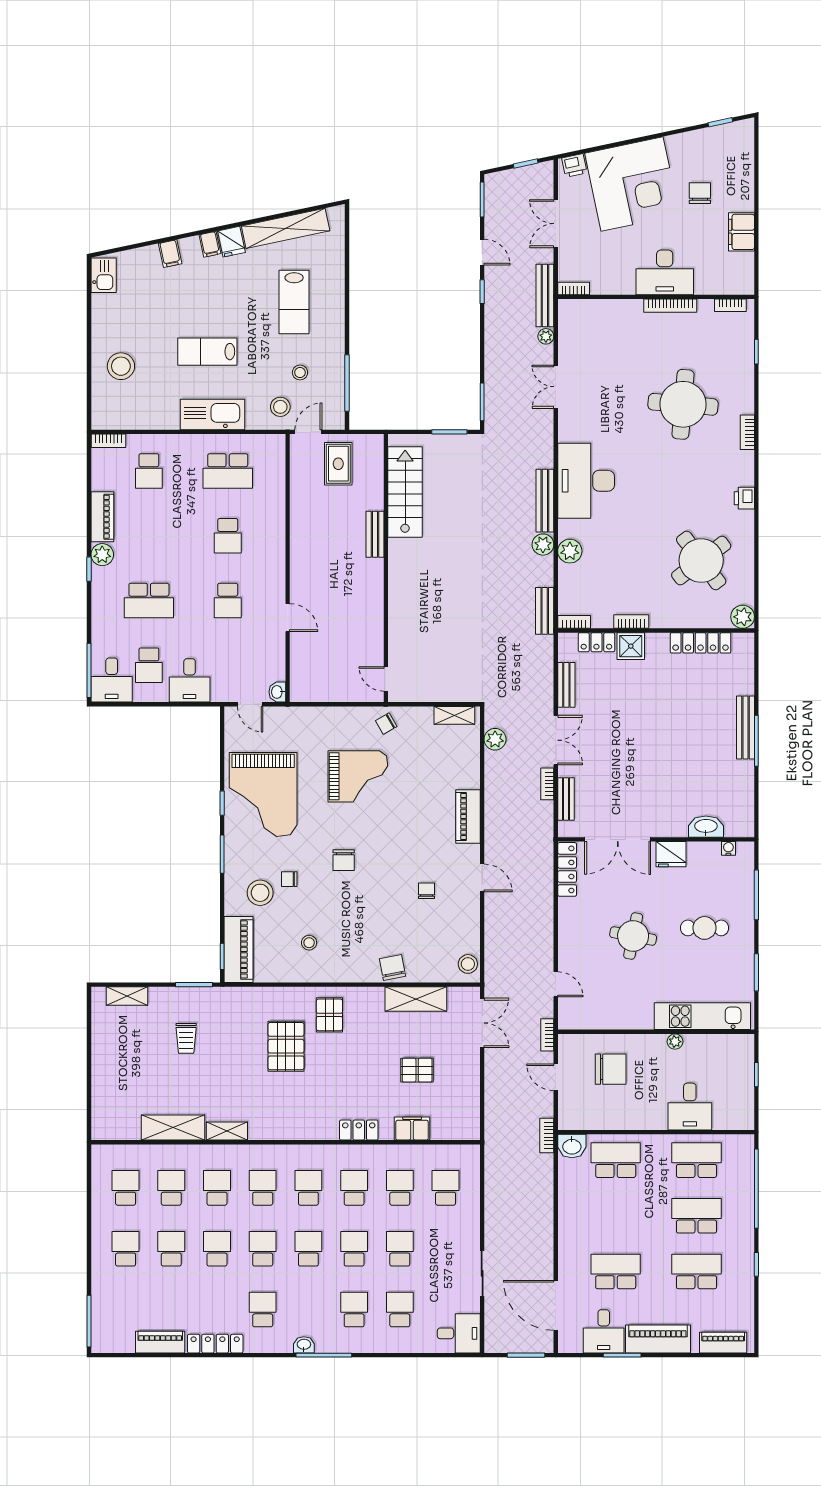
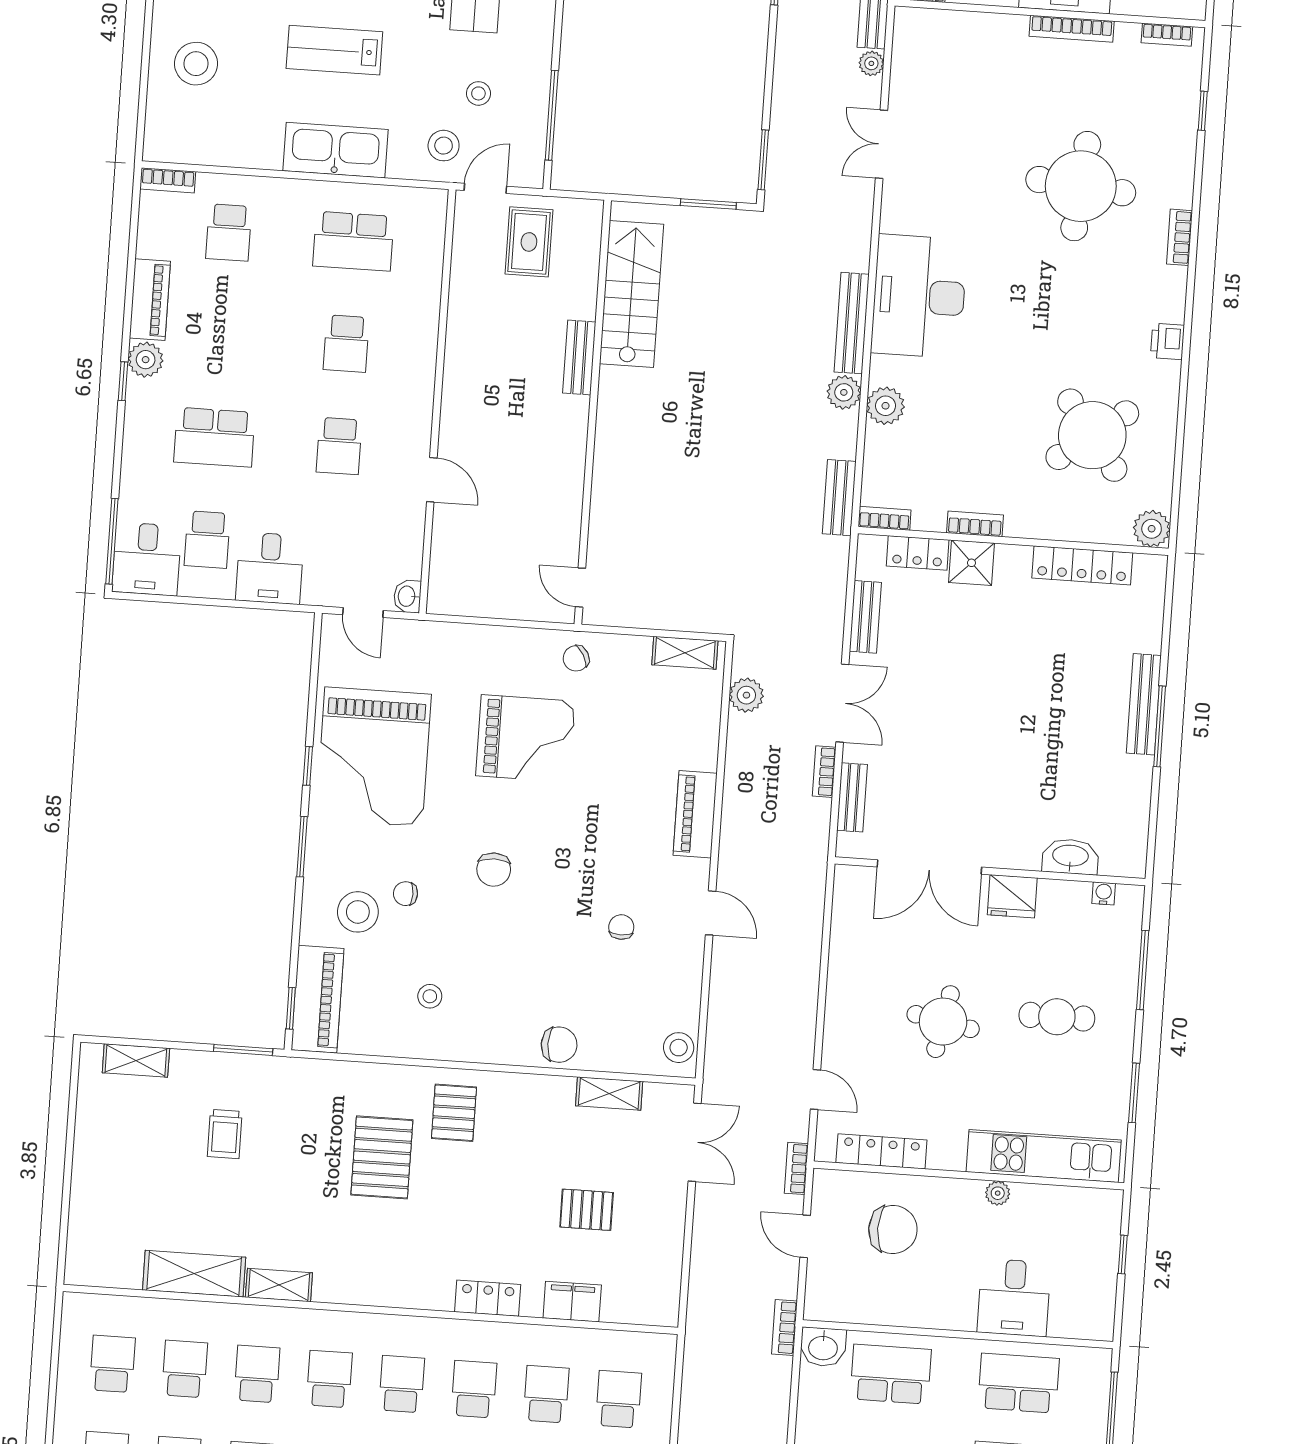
locker: (567, 869) -> (881, 1151), moved, turned -90
chair: (392, 967) -> (559, 1045), turned 101
shelving: (416, 999) -> (609, 1094), width x0.67, depth x0.75

